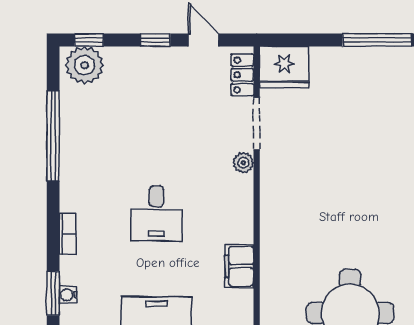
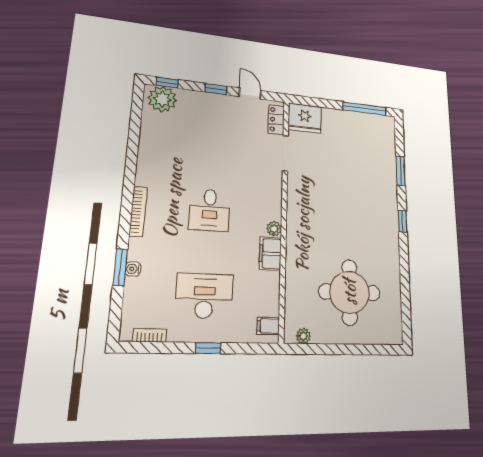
window: (53, 136) -> (133, 146), removed
plant: (243, 163) -> (274, 229), moved
bookcase: (68, 234) -> (138, 211), width x1.56

